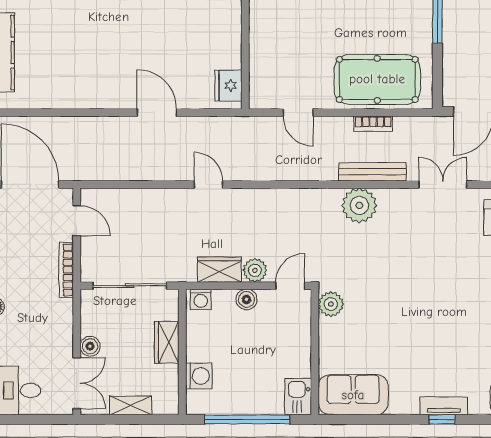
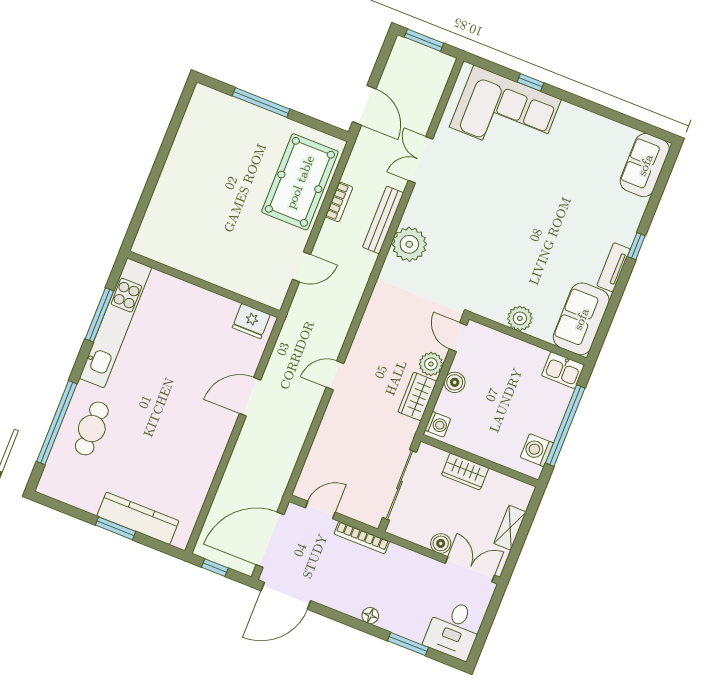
plant: (331, 304) -> (520, 318), moved
washing machine: (199, 376) -> (537, 450), moved, turned -90
tv unit: (444, 406) -> (614, 267), moved

